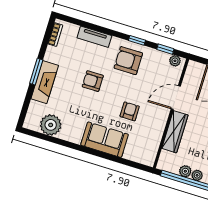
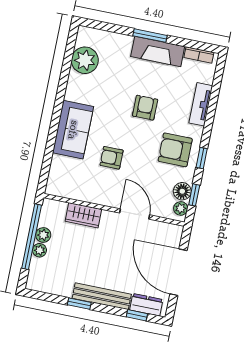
floor lamp: (162, 58) -> (182, 191), added
armchair: (128, 61) -> (175, 150), turned -90
fireplace: (45, 82) -> (158, 51), moved
armchair: (130, 111) -> (112, 158), turned 180
wardrobe: (175, 132) -> (83, 215), width x0.67

